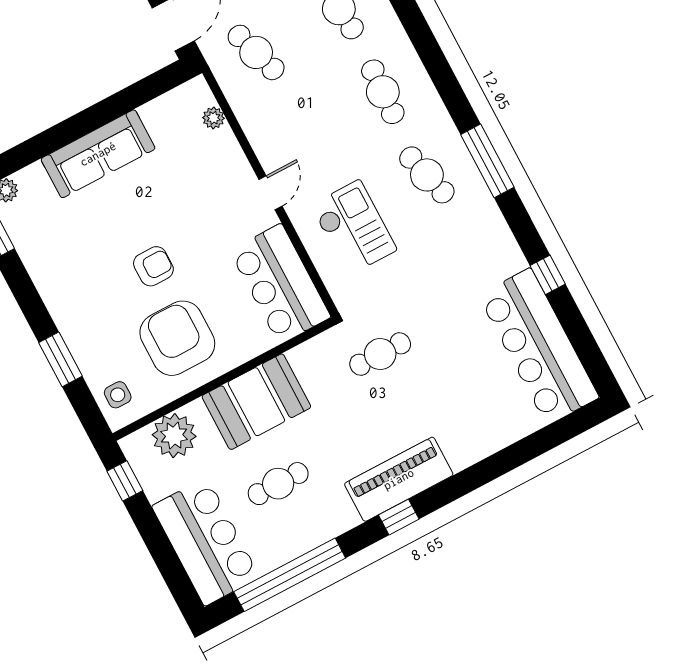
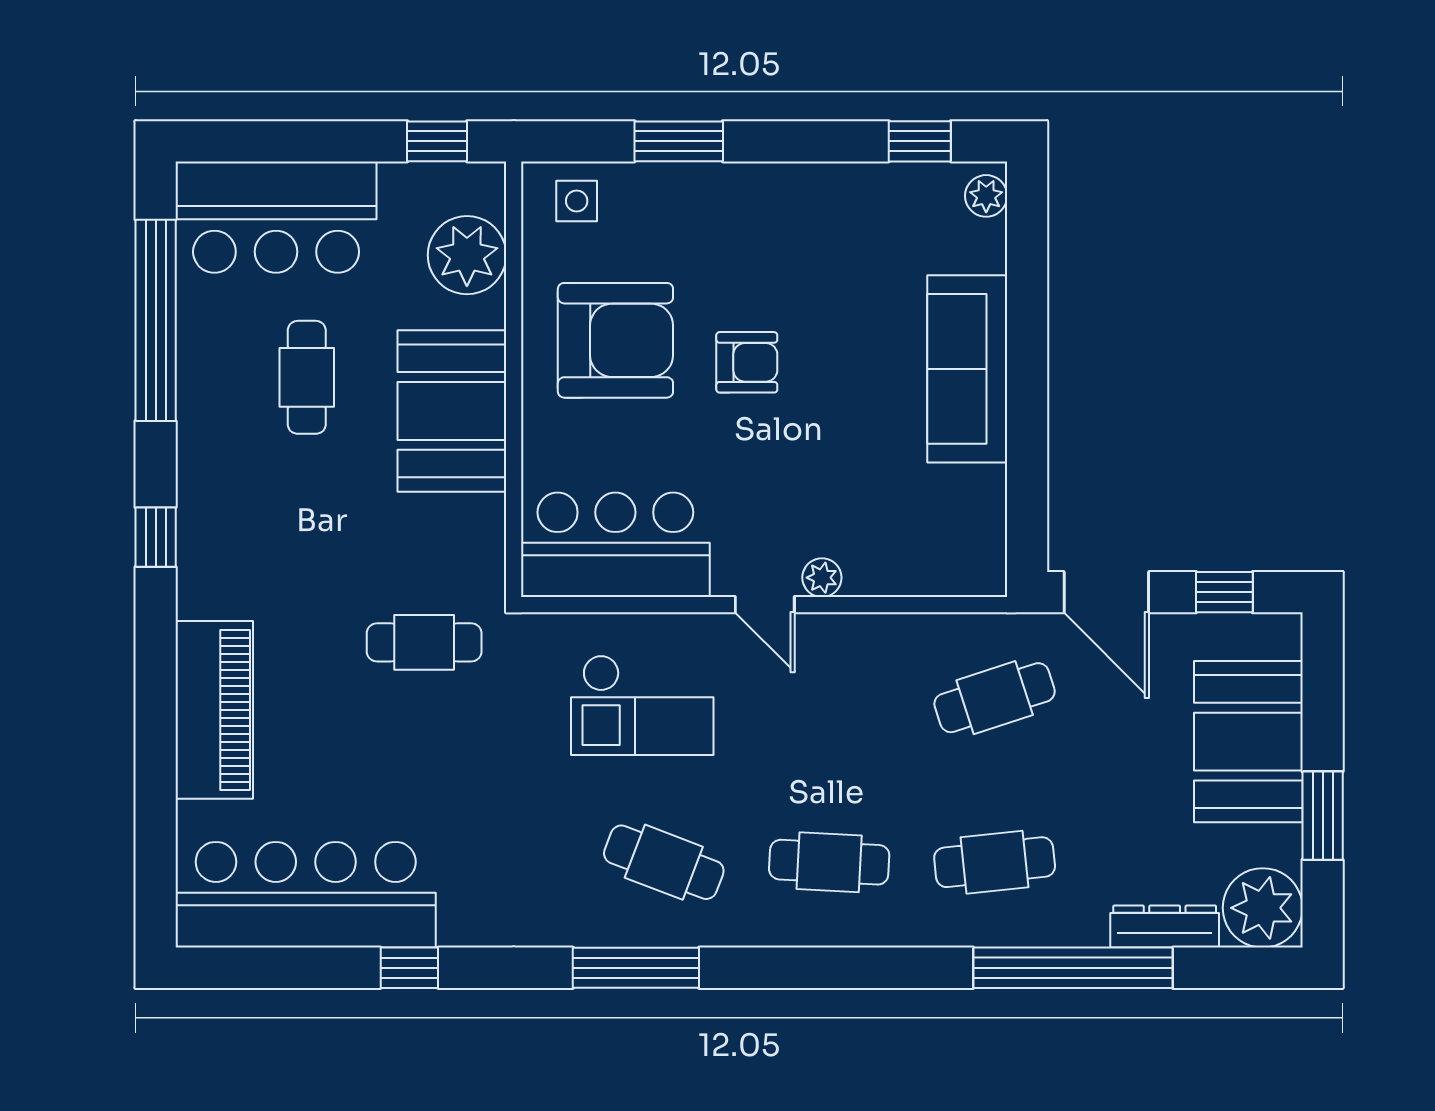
plant: (214, 118) -> (822, 578), moved
cafe table: (427, 175) -> (664, 862), turned 36
armchair: (153, 266) -> (747, 362), turned -90
cafe table: (380, 354) -> (424, 642), turned 90
piano: (399, 479) -> (214, 710), moved

